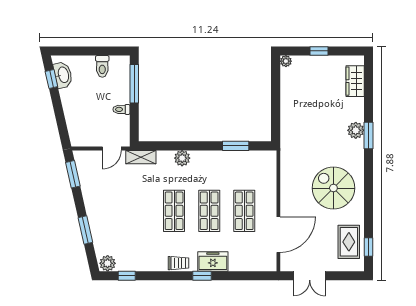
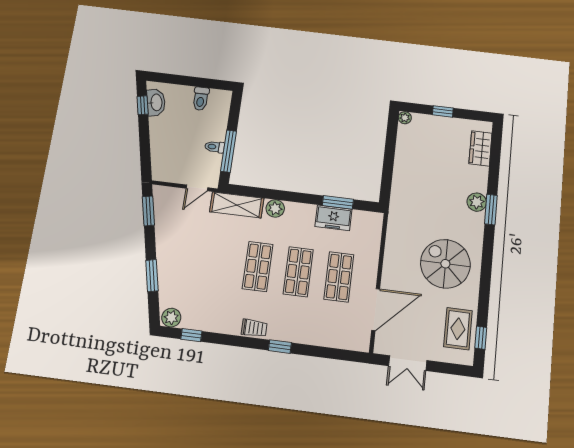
window: (134, 84) -> (228, 151), moved
shelving: (141, 157) -> (237, 205), width x1.50, depth x1.33
freezer: (213, 262) -> (333, 218), moved, turned 180

